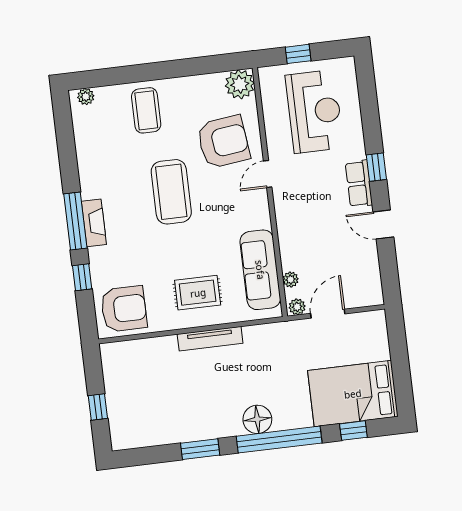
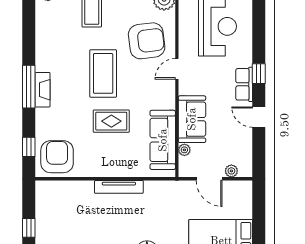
sofa: (296, 238) -> (192, 119), added
window: (82, 277) -> (29, 147), moved
rug: (198, 293) -> (111, 121), moved
plant: (297, 307) -> (231, 171), moved
armchair: (124, 309) -> (57, 157), turned -90
door: (328, 314) -> (209, 179), swing flipped

